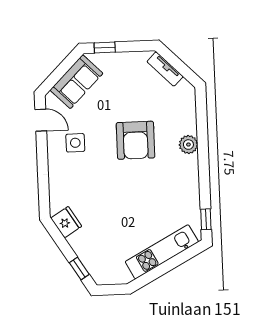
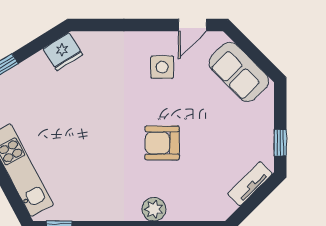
window: (105, 48) -> (280, 143), moved
armchair: (135, 140) -> (162, 143), width x0.73, depth x0.73

